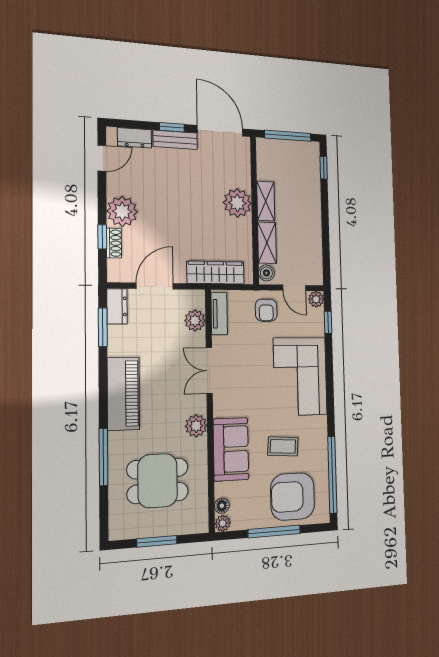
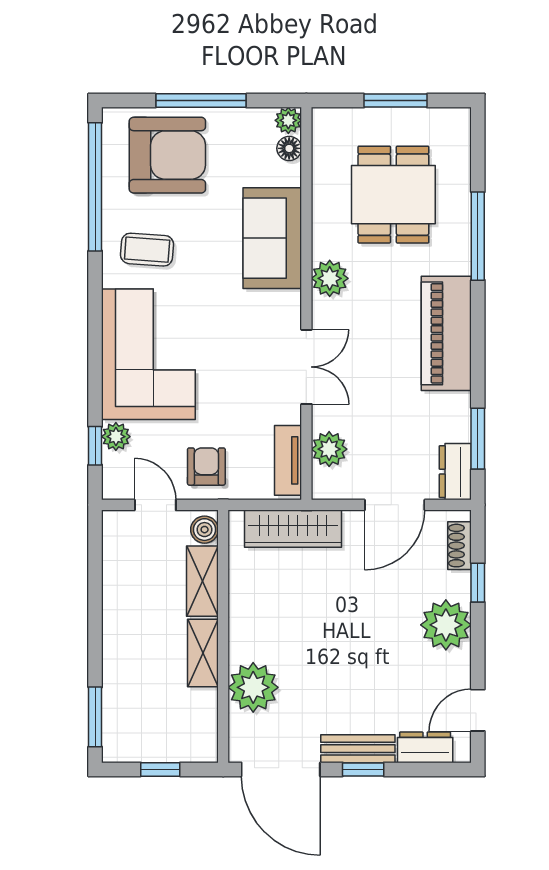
window: (288, 136) -> (160, 769), width x0.46
window: (324, 168) -> (95, 717), width x1.50
plant: (237, 203) -> (253, 687), moved
shoe rack: (114, 243) -> (459, 546), moved
plant: (316, 299) -> (116, 437), moved
coffee table: (283, 446) -> (147, 250), moved
dining table: (158, 481) -> (393, 195), turned 90

